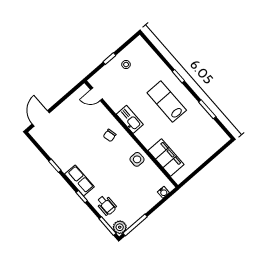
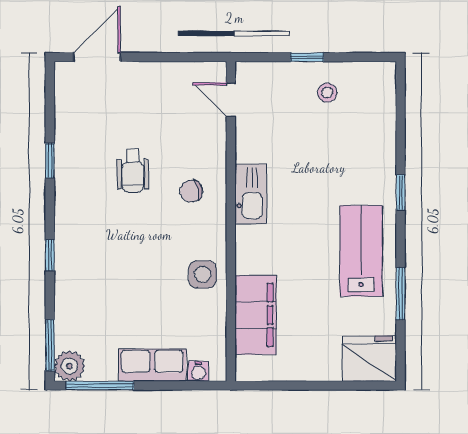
lab bench: (167, 102) -> (361, 251), moved
fridge: (216, 139) -> (369, 359), added
row of seats: (79, 180) -> (152, 365), moved, turned -90
wheelchair: (106, 205) -> (133, 171), moved

